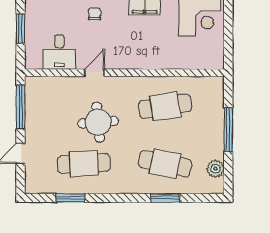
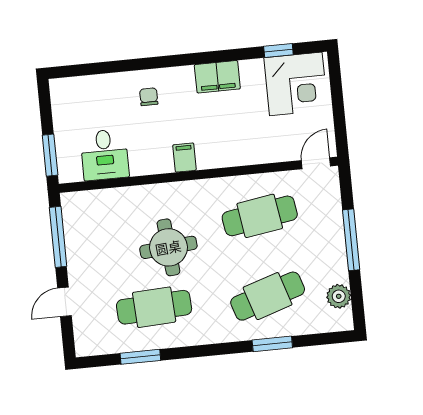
window: (21, 28) -> (50, 155), moved
filing cabinet: (116, 60) -> (184, 158), added
door: (94, 73) -> (316, 163), moved
cafe table: (165, 164) -> (268, 296), turned -30

